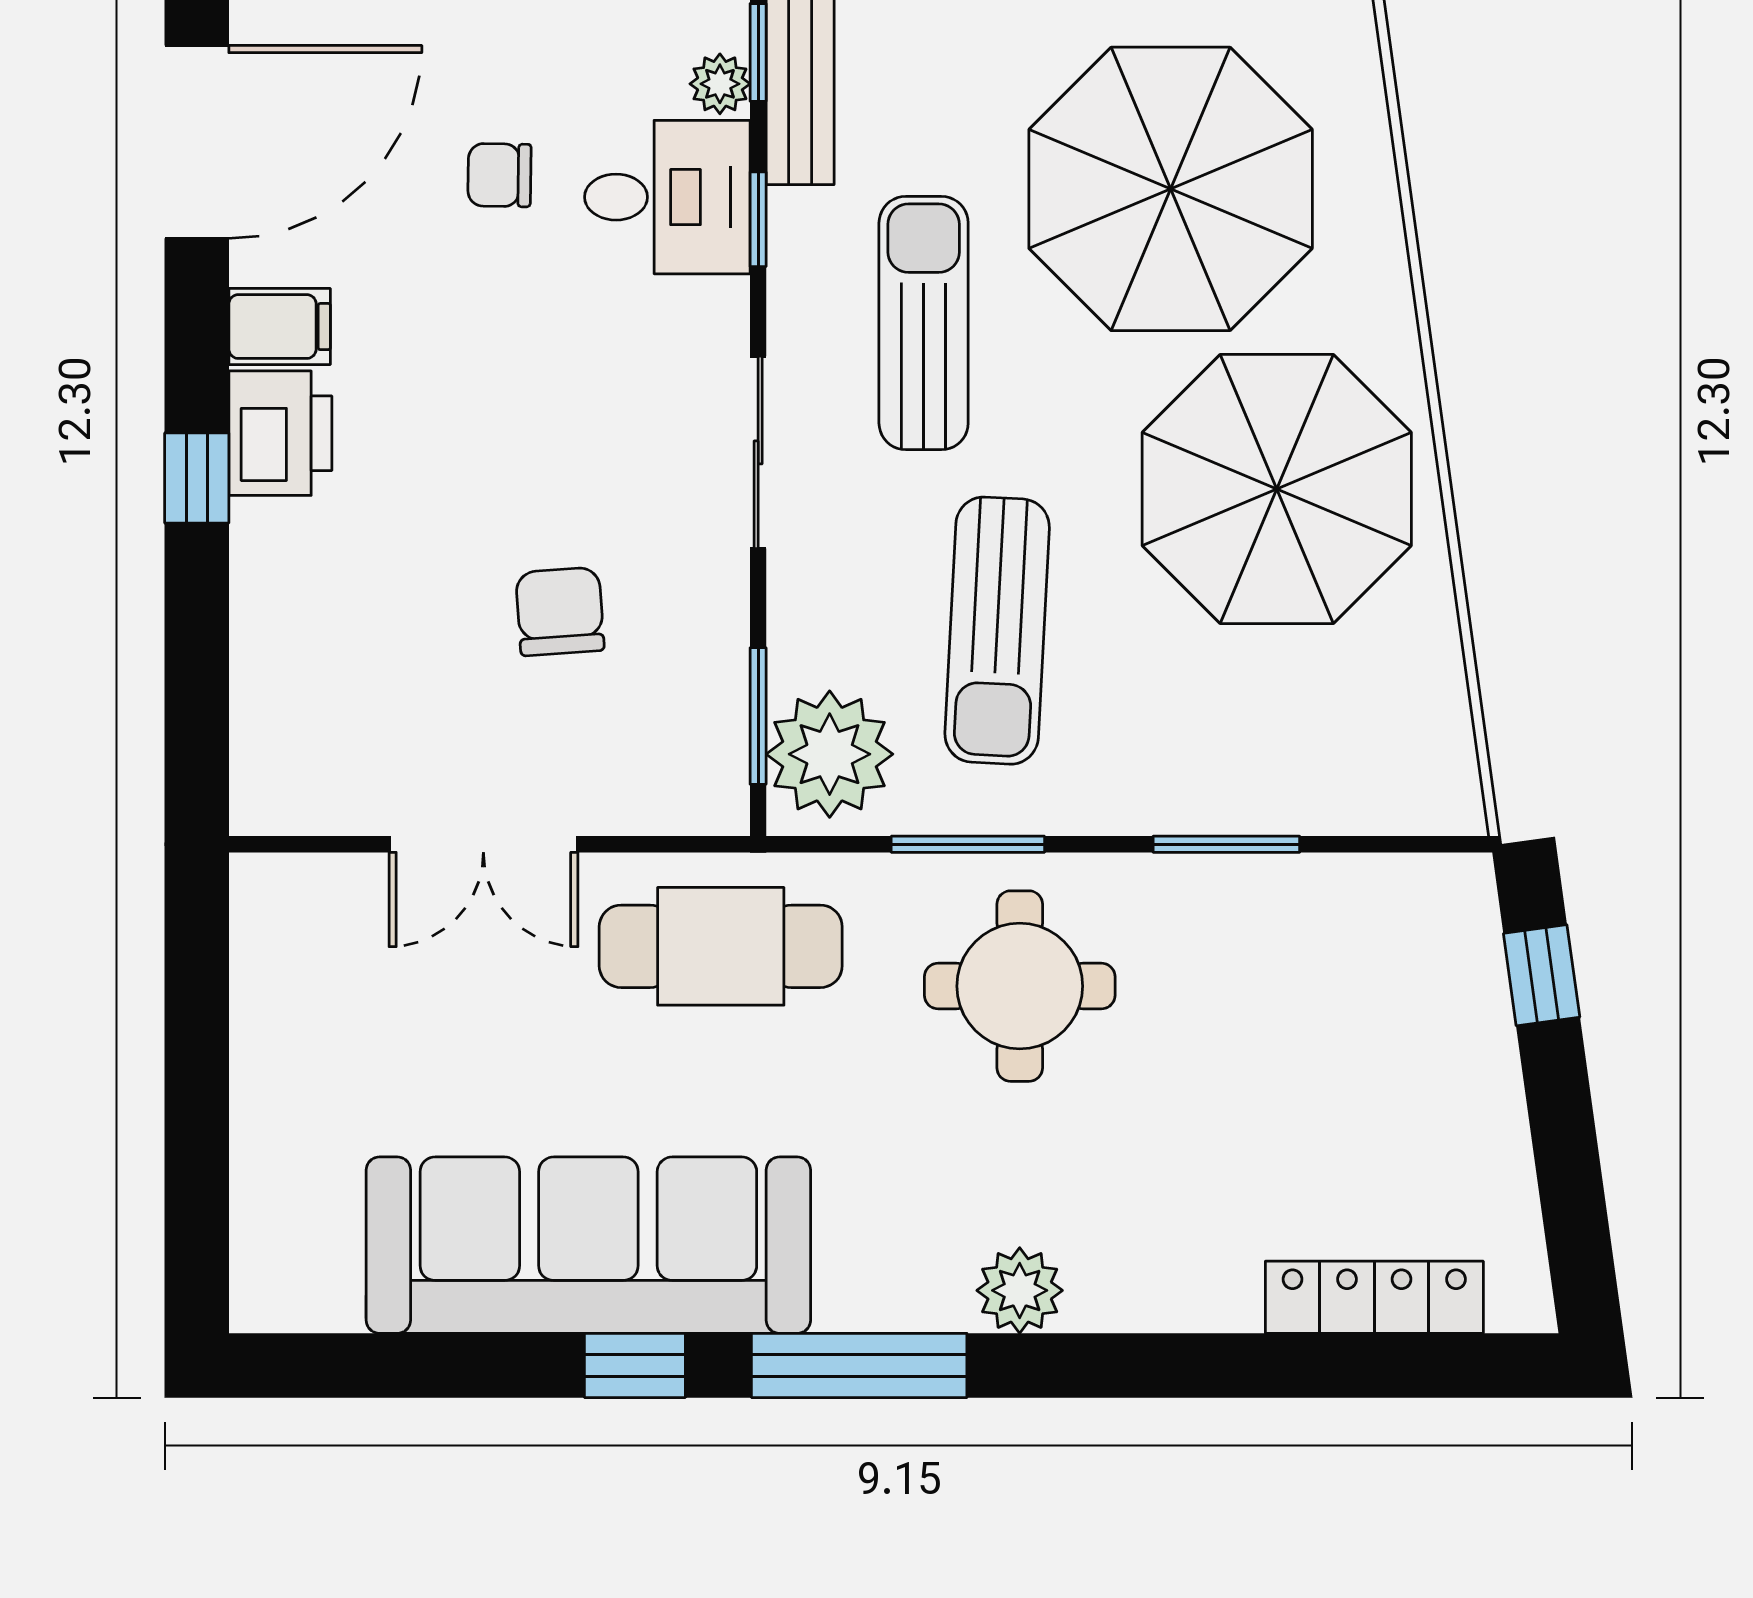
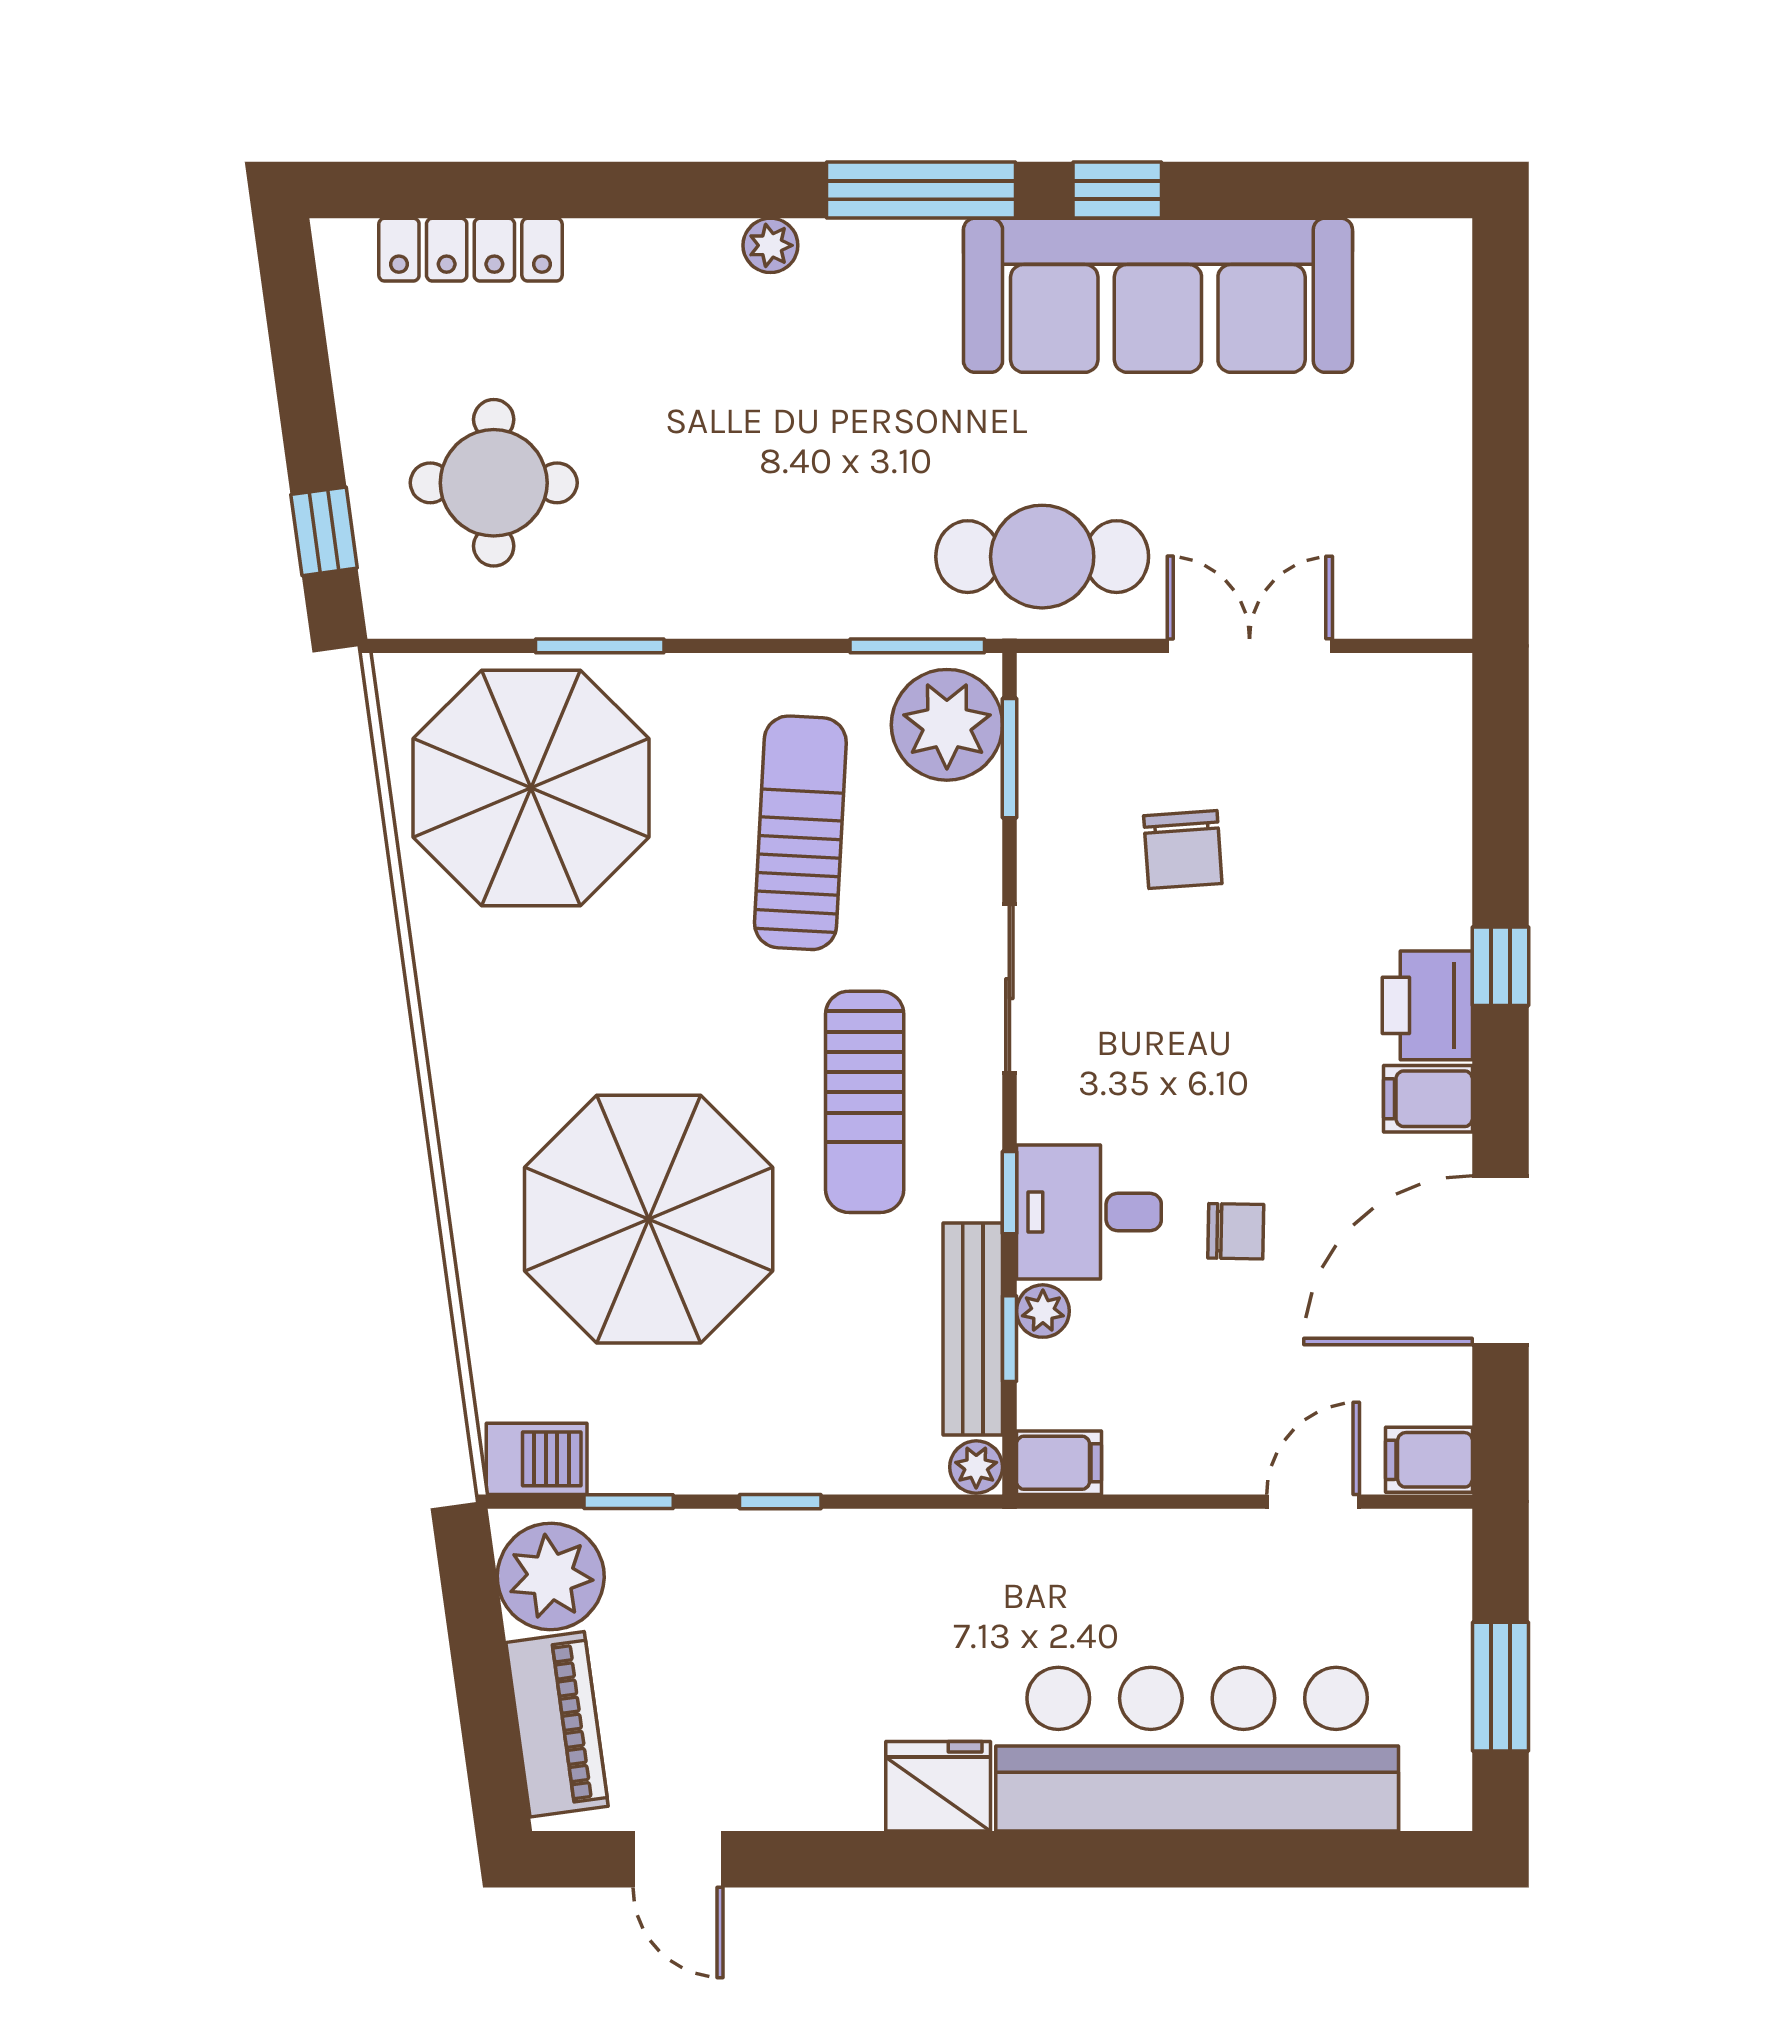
parasol: (1277, 489) -> (531, 788), moved
window: (968, 844) -> (917, 646), moved
round table: (1020, 986) -> (494, 483), moved
plant: (1020, 1290) -> (770, 245), width x0.73, depth x0.73

